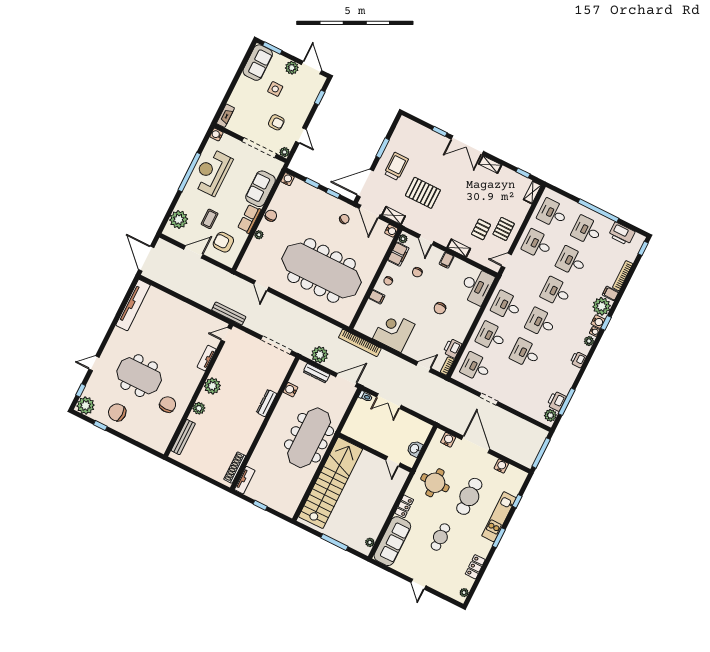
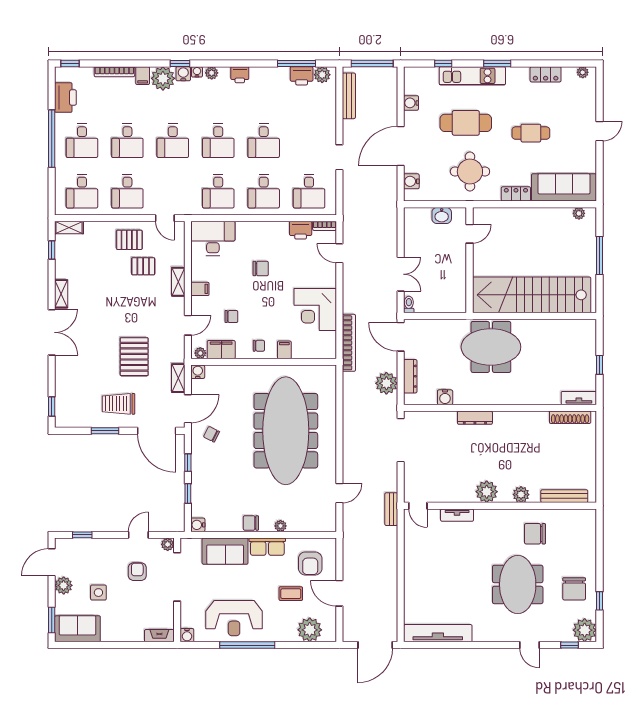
window: (440, 131) -> (52, 407), moved
bench: (229, 313) -> (391, 509), width x0.73
bench: (527, 426) -> (349, 96), added
meeting table: (309, 438) -> (491, 347), width x0.73

